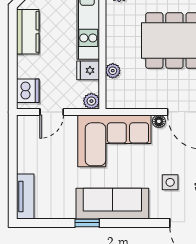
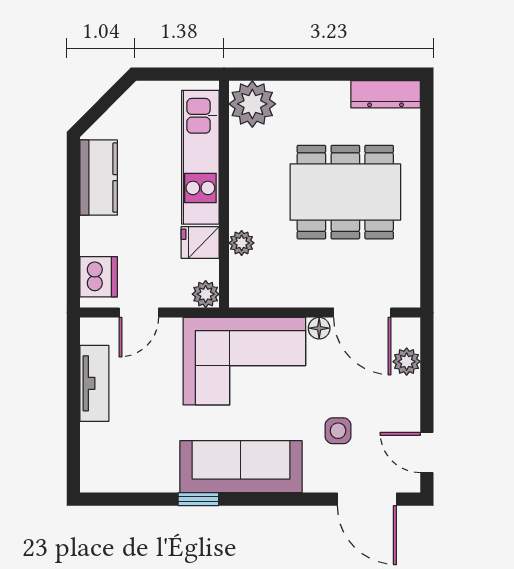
tv unit: (25, 196) -> (94, 383), moved

